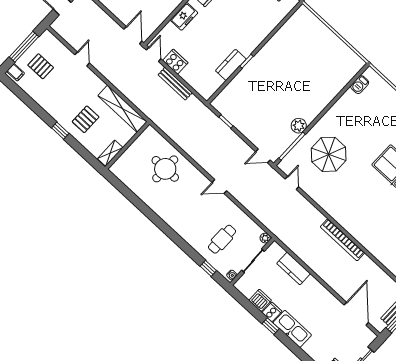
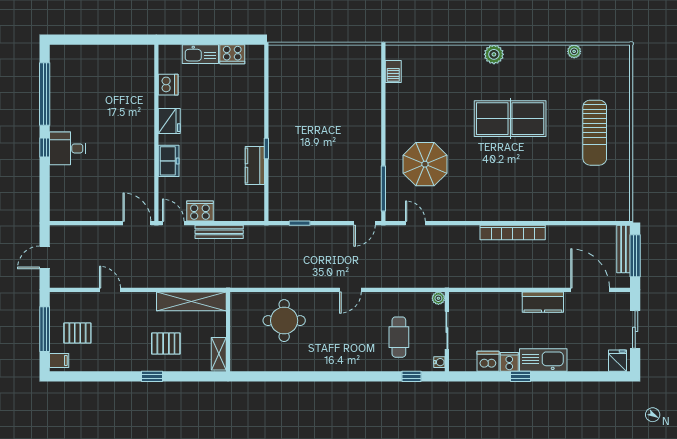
pallet: (86, 119) -> (166, 344), turned 90
plant: (299, 126) -> (372, 163), removed
kitchen counter: (294, 269) -> (543, 302), moved

